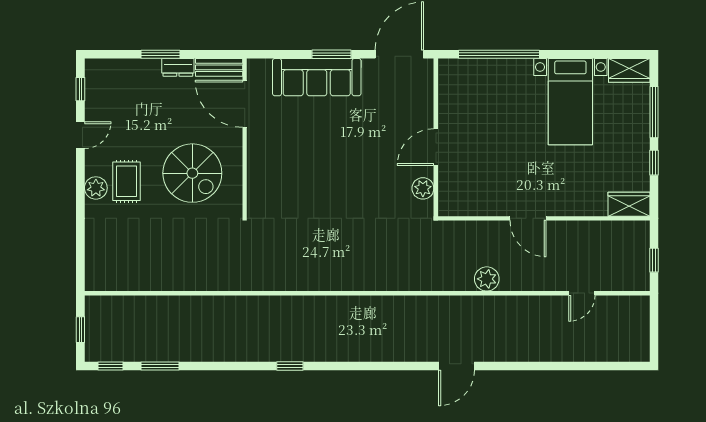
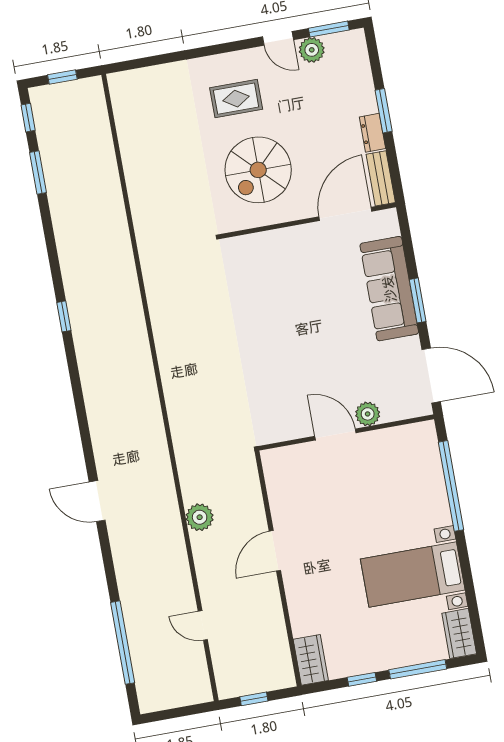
window: (80, 89) -> (329, 29), width x1.50
plant: (96, 188) -> (312, 50), moved
plant: (423, 188) -> (368, 414), moved
window: (584, 366) -> (123, 643), added

